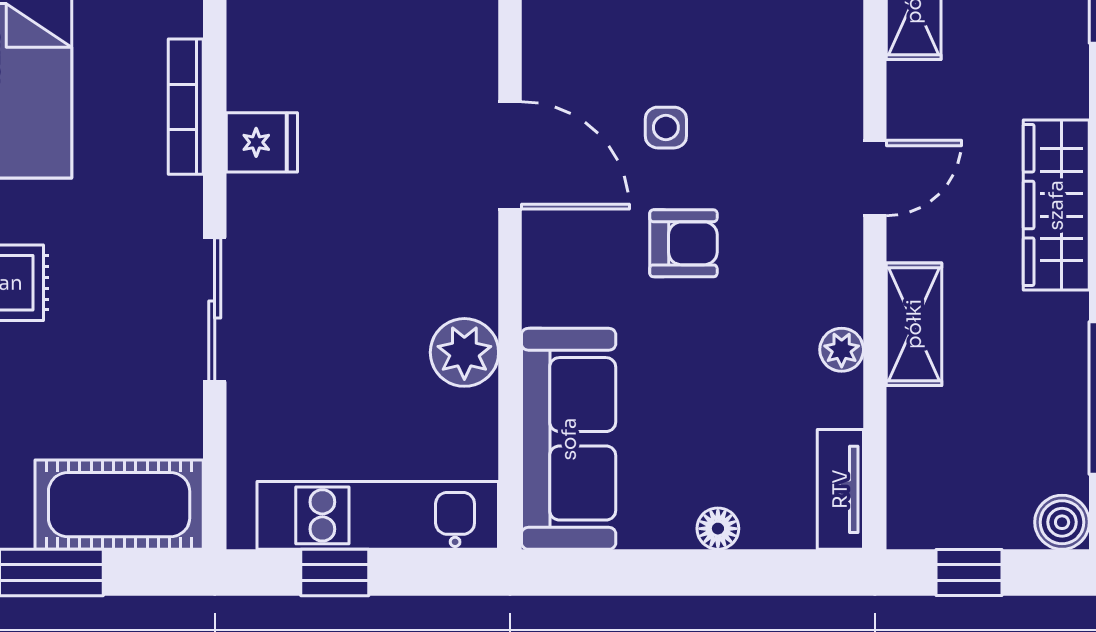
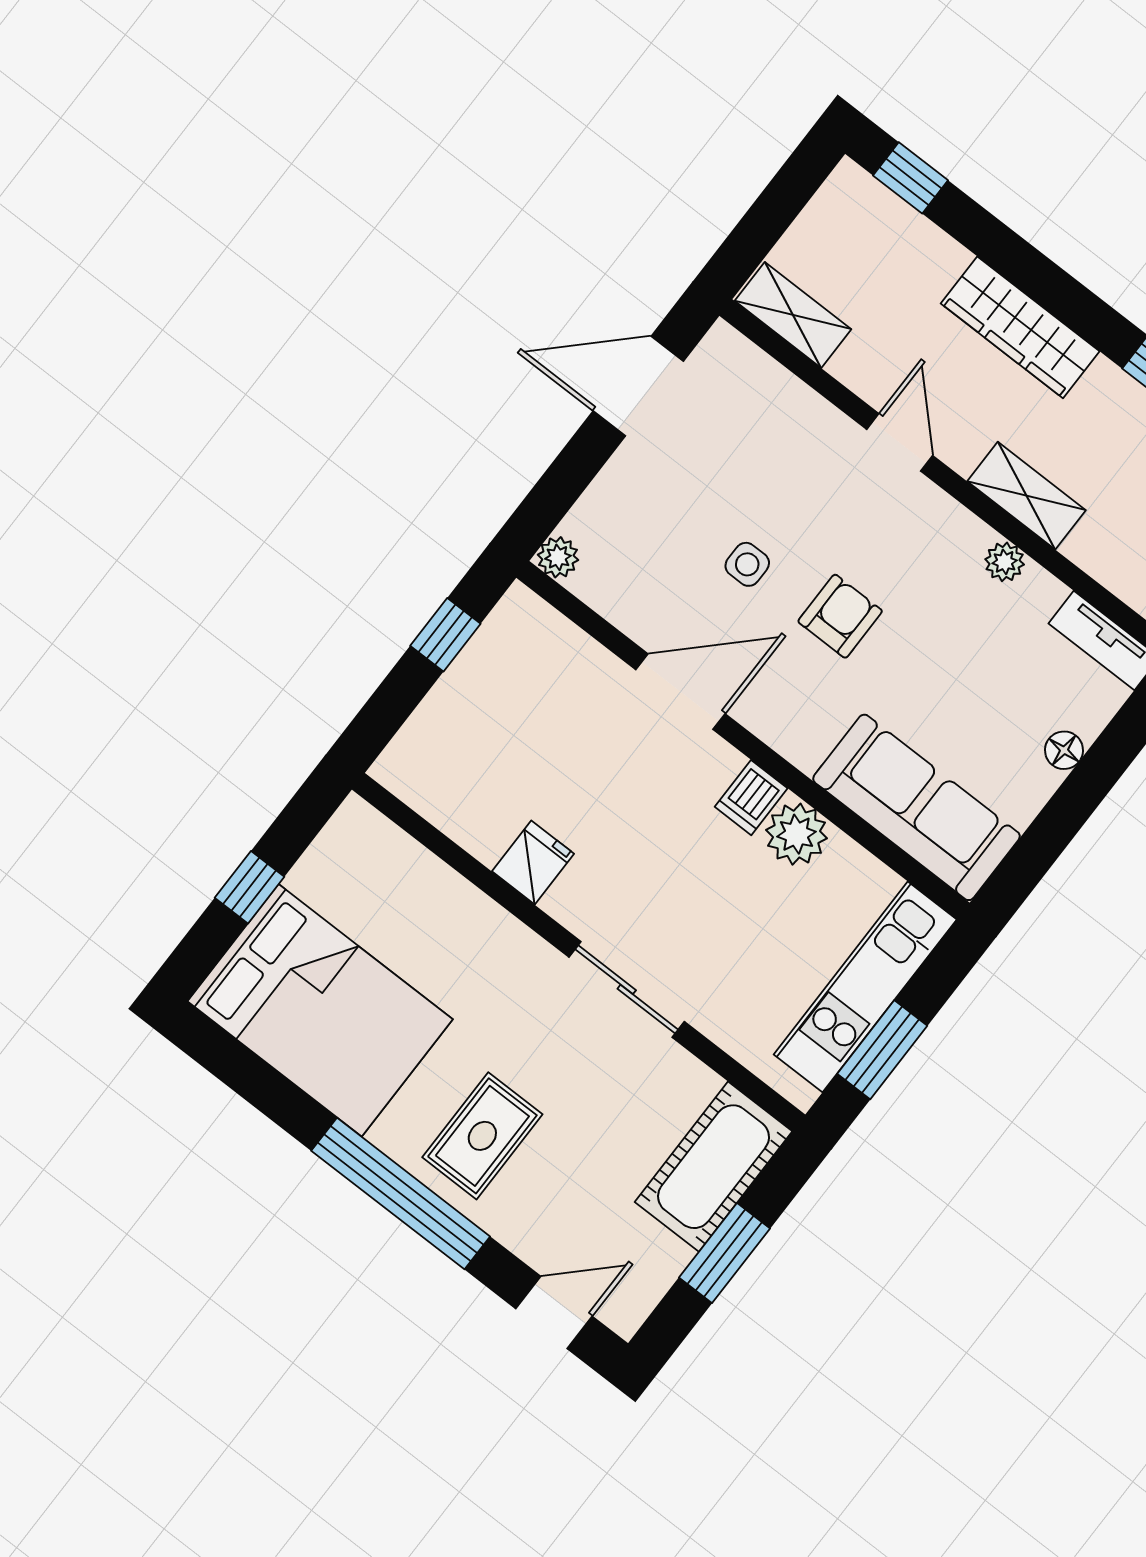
bookcase: (186, 107) -> (465, 897), removed
dishwasher: (466, 288) -> (751, 798), added
window: (335, 573) -> (882, 1050), width x1.50

